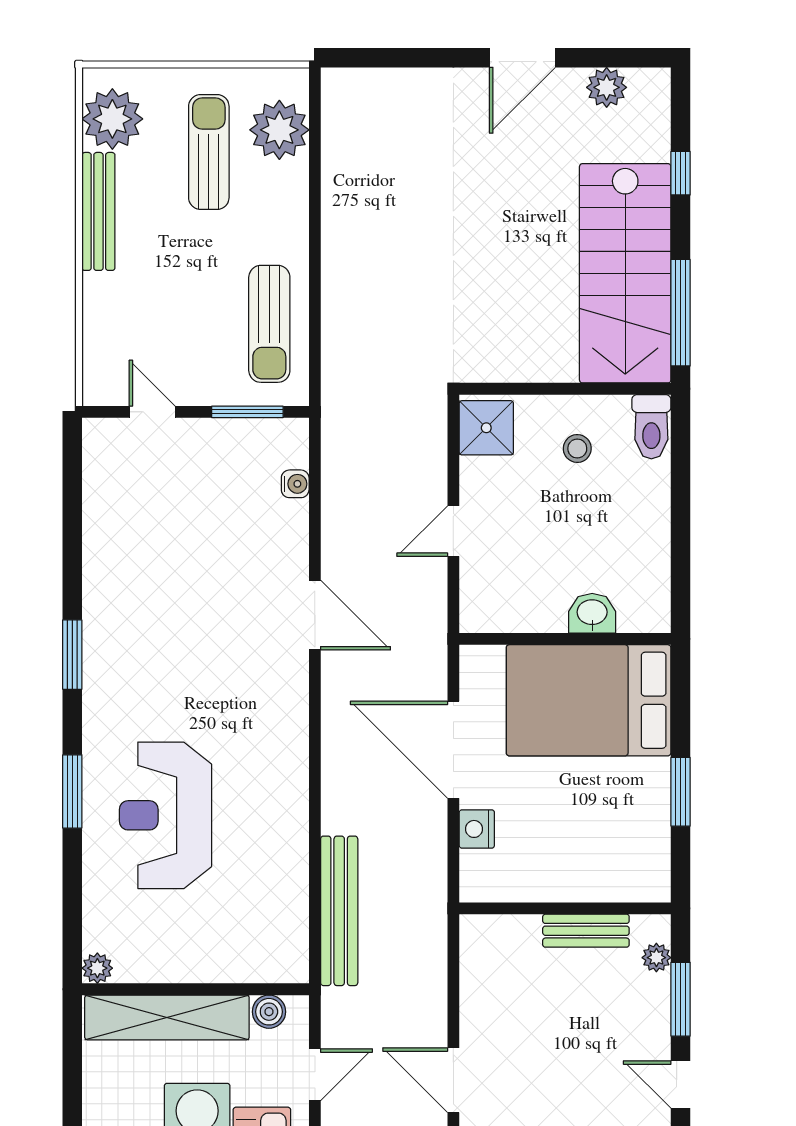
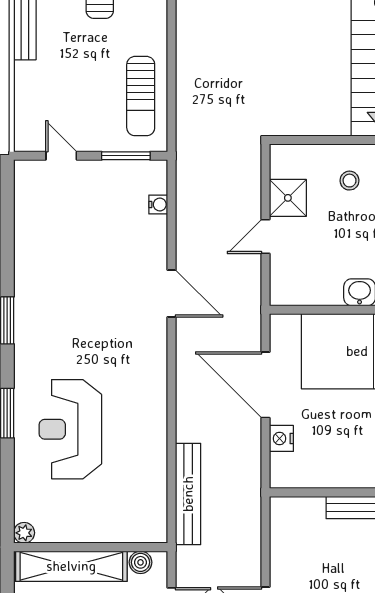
shower: (486, 428) -> (288, 198), moved

